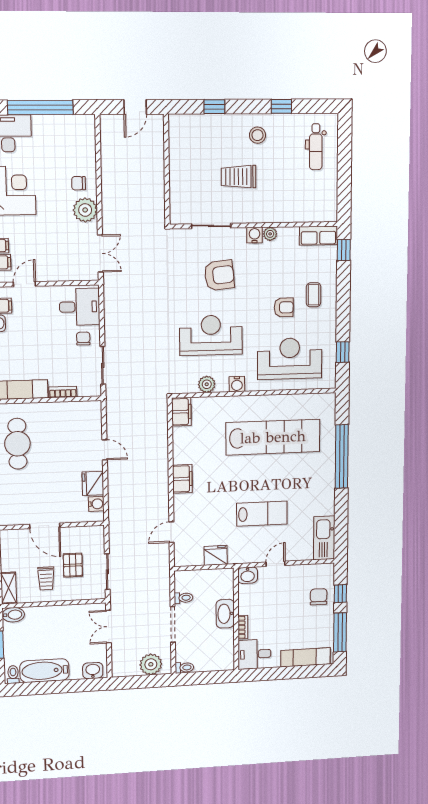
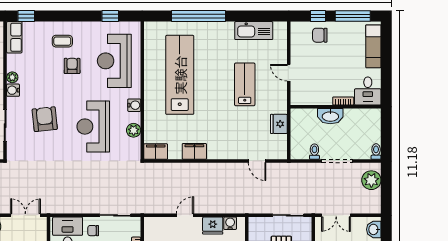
filing cabinet: (182, 479) -> (194, 151), moved
kitchen sink: (324, 538) -> (254, 31), moved
washbasin: (248, 575) -> (298, 97), removed

